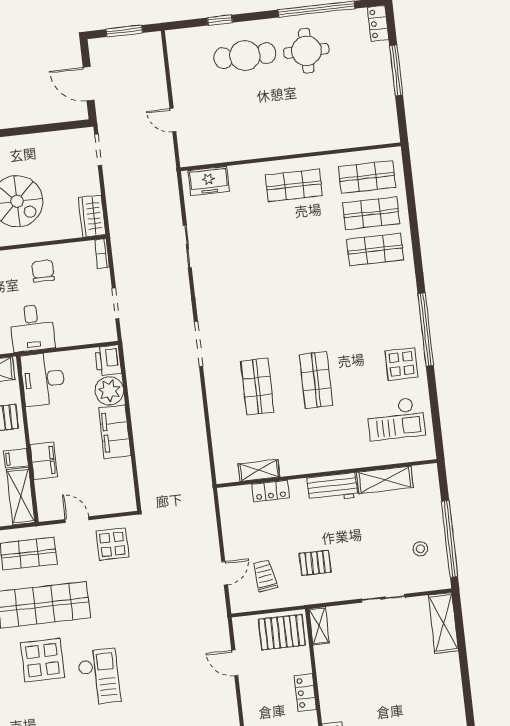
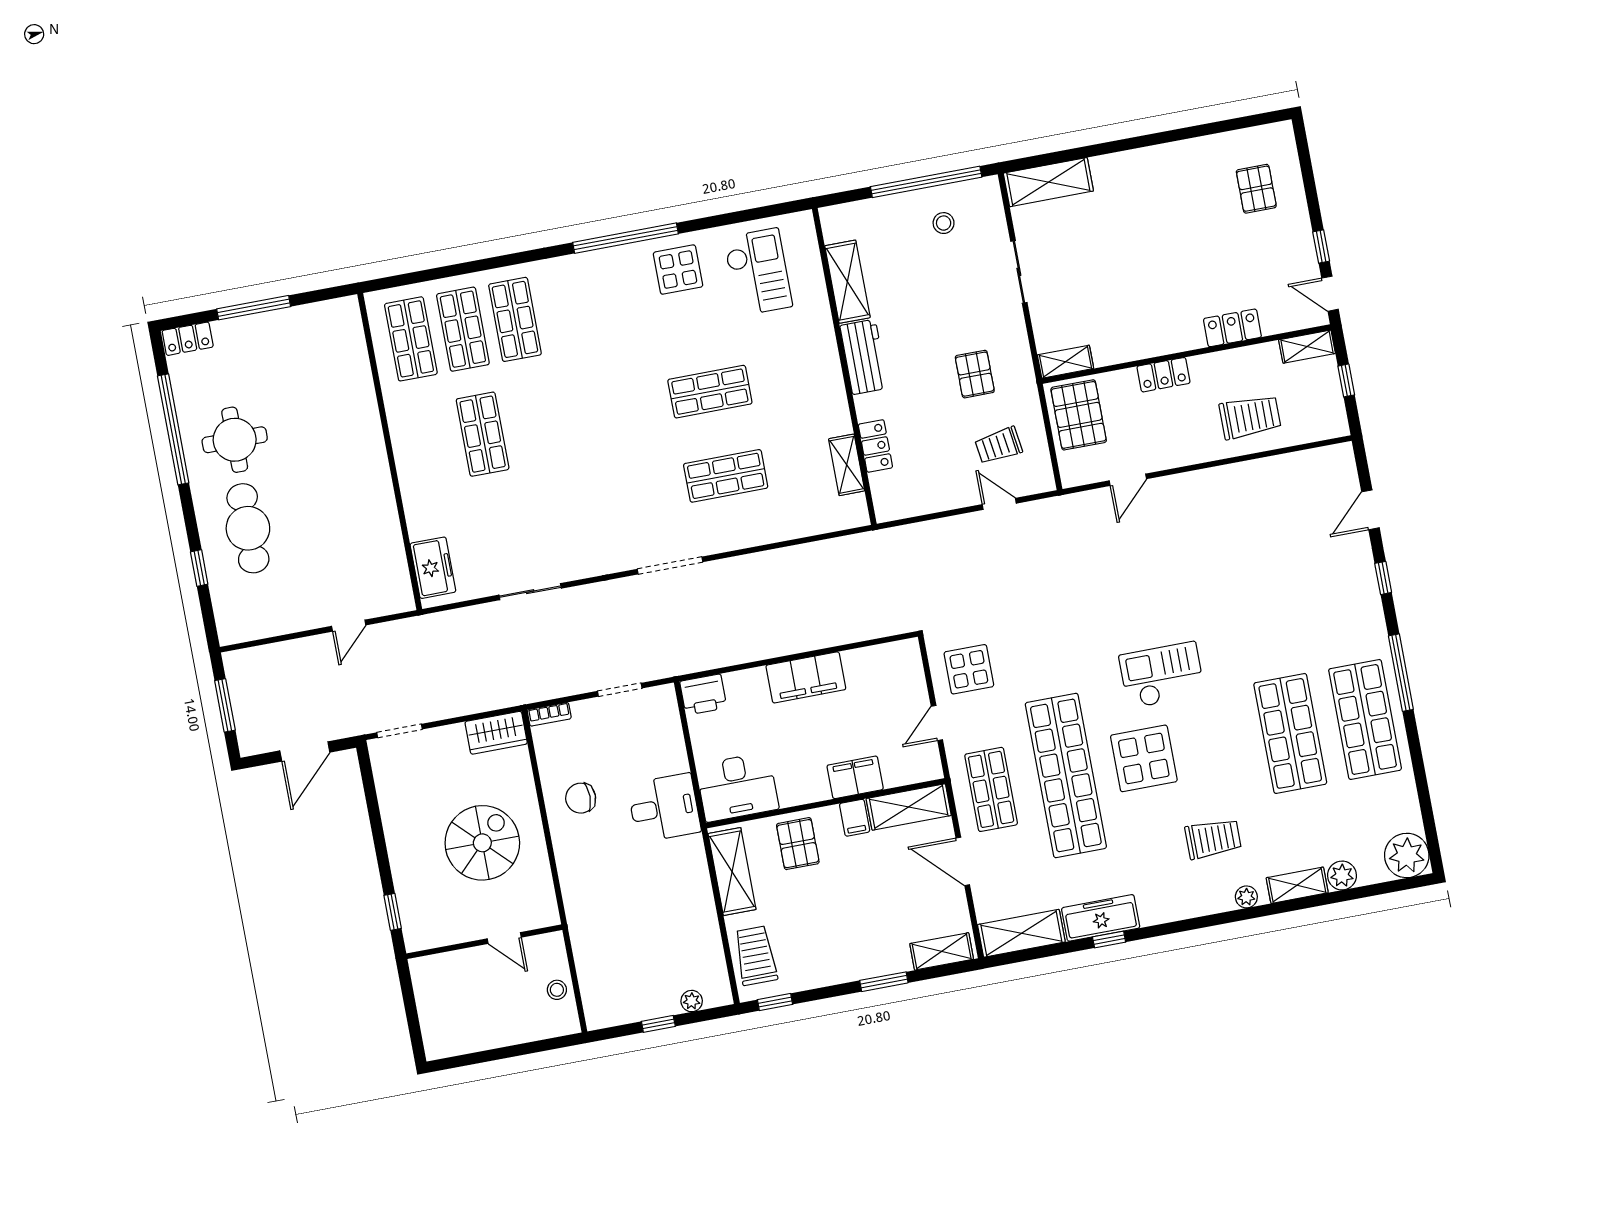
shop shelf: (294, 185) -> (483, 434), moved
plant: (109, 391) -> (747, 690), removed

